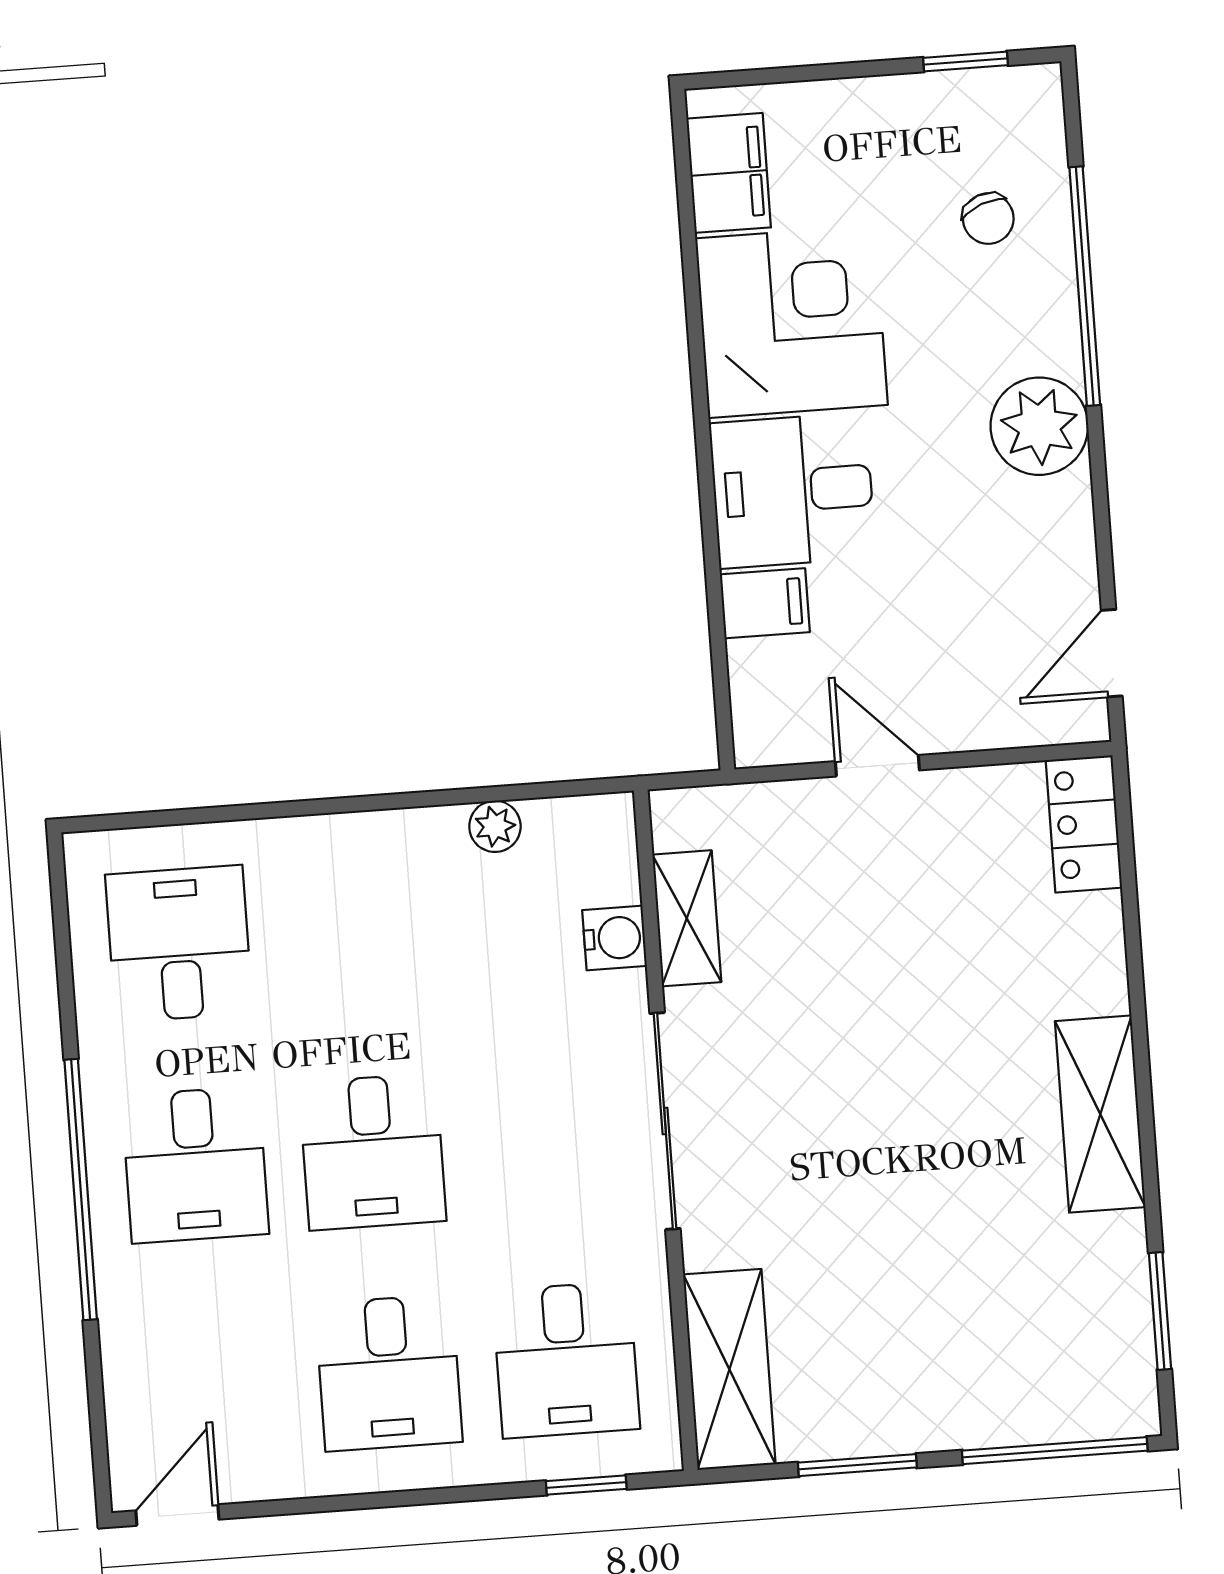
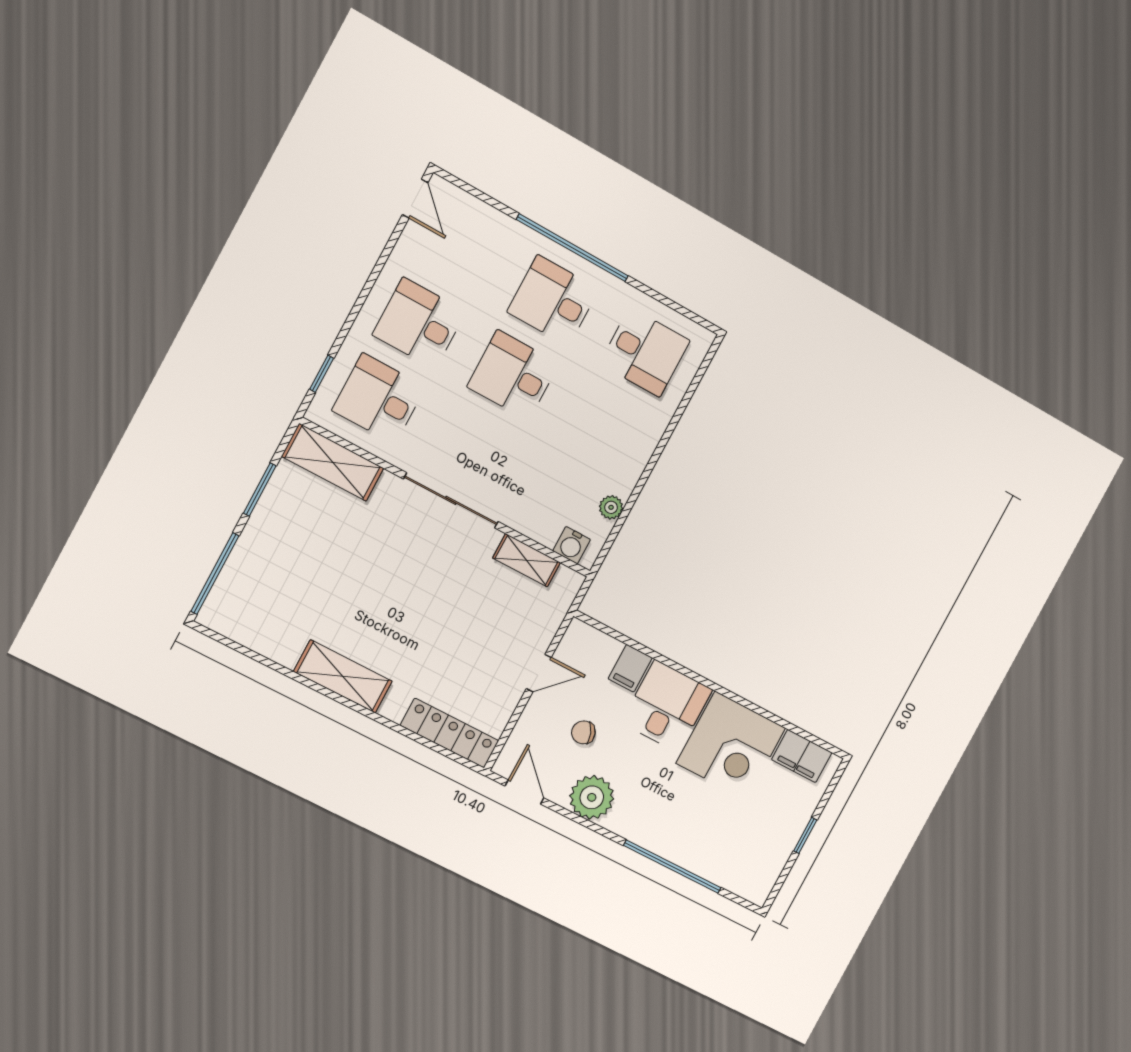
window: (965, 61) -> (805, 835), moved
chair: (988, 219) -> (583, 732), moved
plant: (1039, 426) -> (592, 797), moved
locker: (1084, 824) -> (450, 733), width x1.53
water cooler: (615, 938) -> (572, 545), moved
window: (1160, 1311) -> (246, 652), removed

